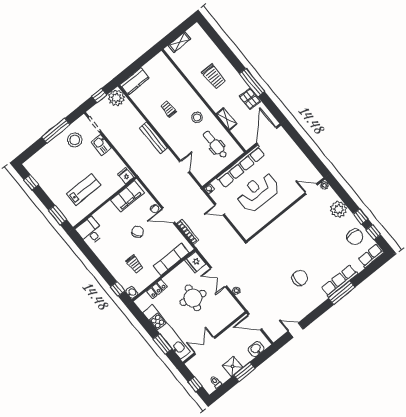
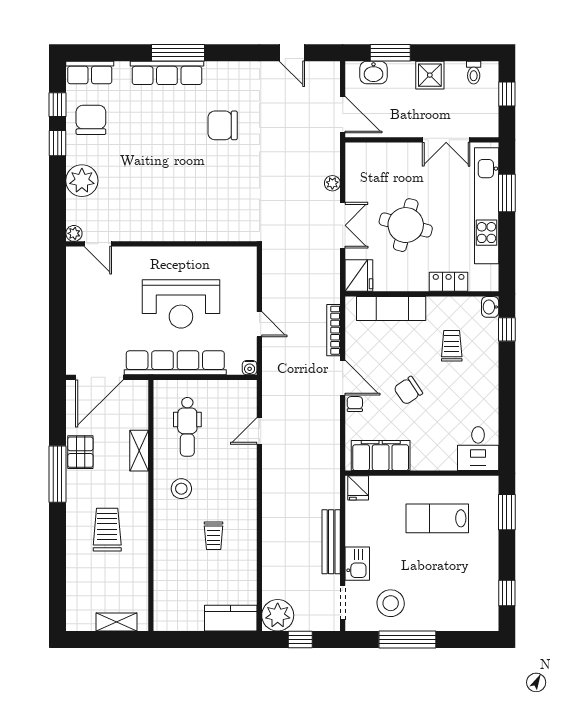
bench: (154, 138) -> (331, 542), moved
window: (244, 372) -> (390, 53), moved

